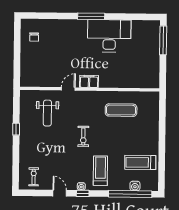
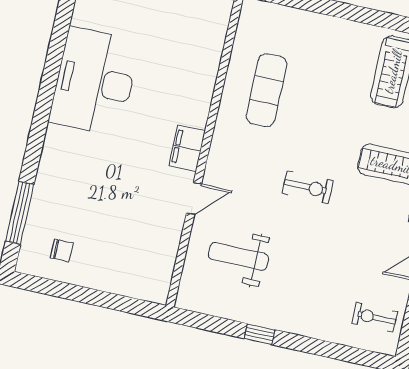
window: (91, 16) -> (20, 213), moved
door: (68, 89) -> (194, 198), swing flipped
weight bench: (47, 113) -> (238, 256), turned 180

